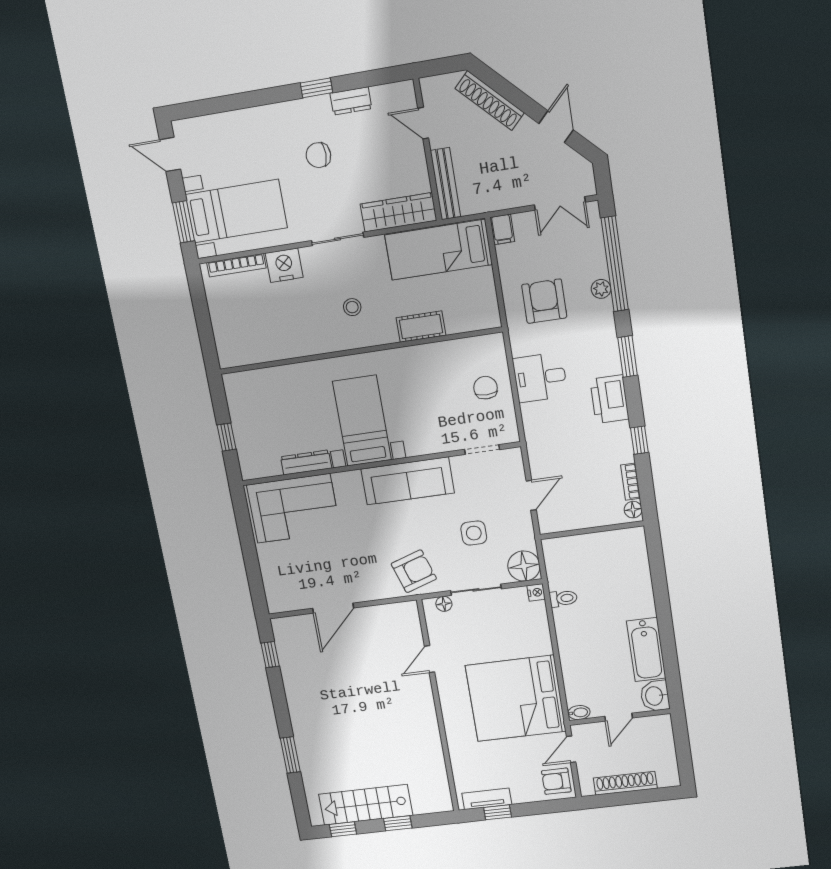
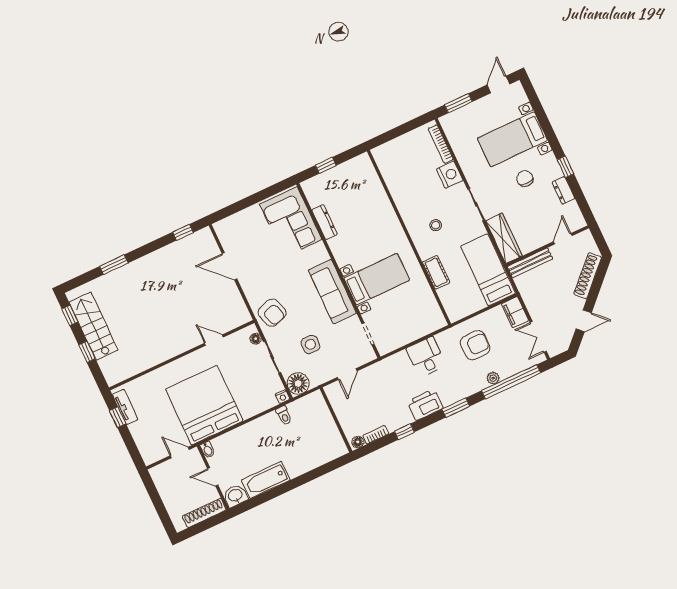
bed with nightstands: (236, 211) -> (512, 139), moved, turned 90
filing cabinet: (502, 229) -> (515, 312), width x2.00
chair: (485, 388) -> (409, 324), removed
bed with nightstands: (362, 421) -> (377, 279), moved
door: (531, 495) -> (347, 374), hinge flipped
armchair: (556, 781) -> (153, 450), removed
shoe rack: (625, 783) -> (204, 513), moved, turned -90

